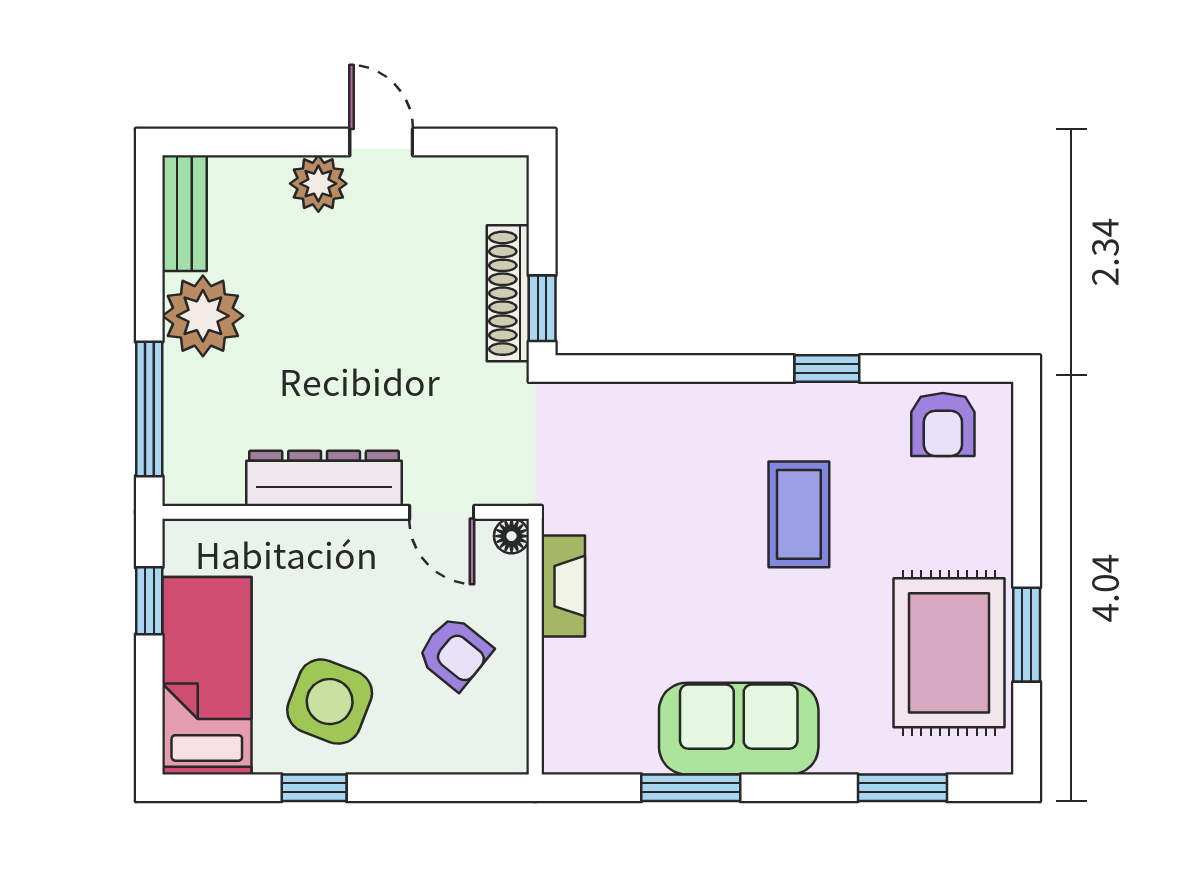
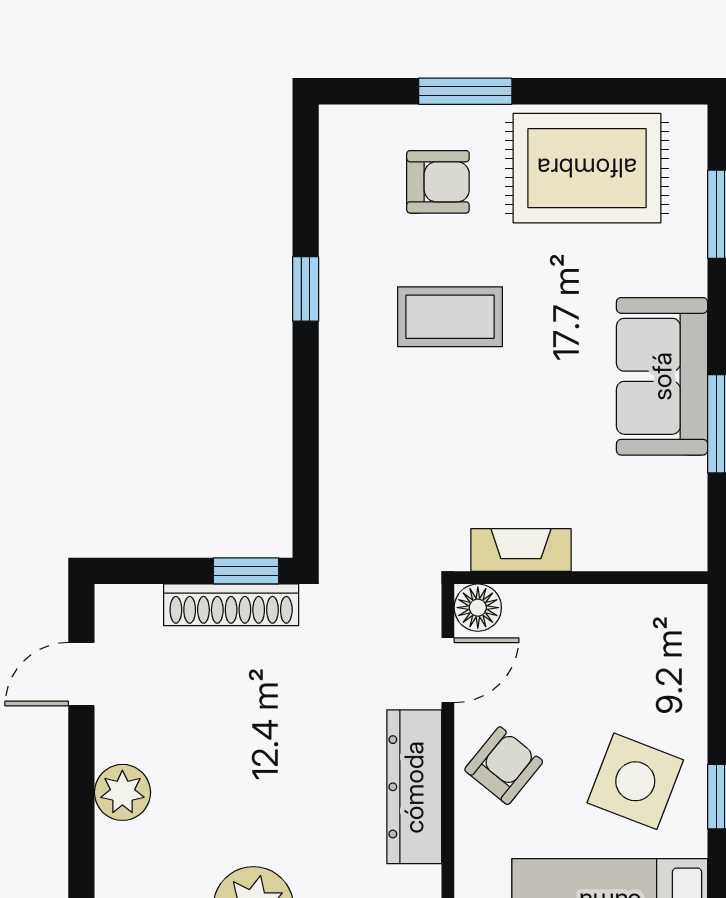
door: (381, 142) -> (81, 674), moved
armchair: (943, 425) -> (438, 182), moved
floor lamp: (512, 536) -> (478, 608), width x1.37, depth x1.37
window: (1027, 635) -> (465, 91), moved
armchair: (455, 653) -> (504, 766), moved

